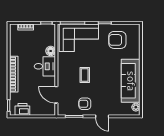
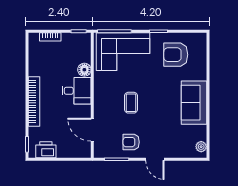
sofa: (131, 81) -> (194, 103), width x0.73

